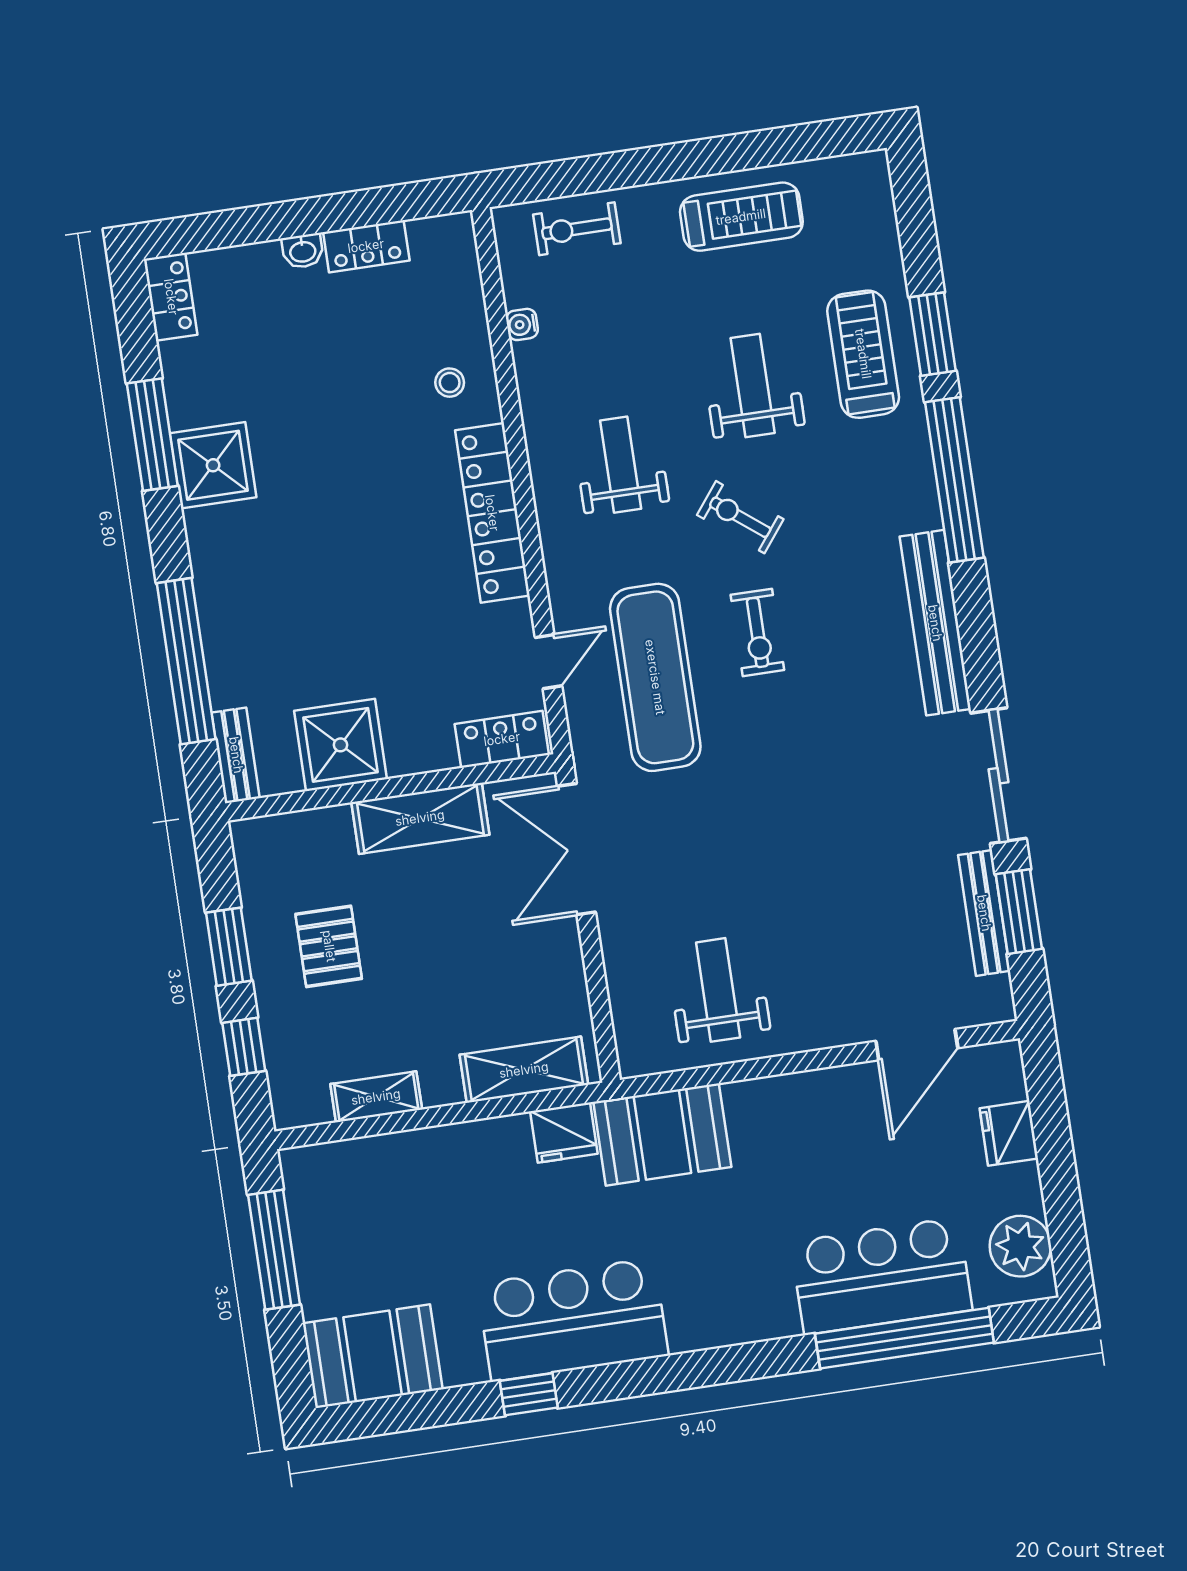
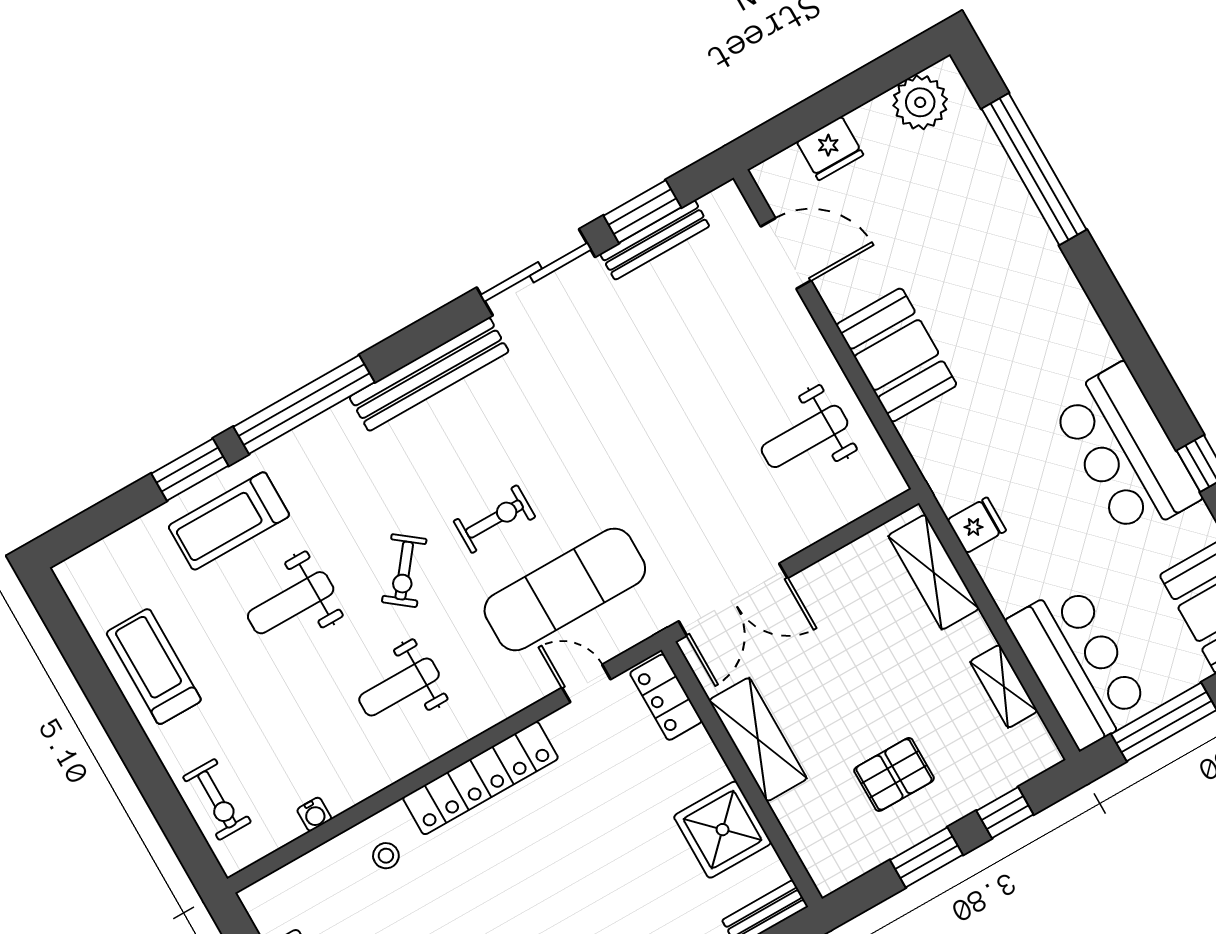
fridge: (564, 1133) -> (977, 525), width x0.72
booth: (662, 1134) -> (896, 355), moved
bar counter: (881, 1276) -> (1078, 665), moved, turned 180

